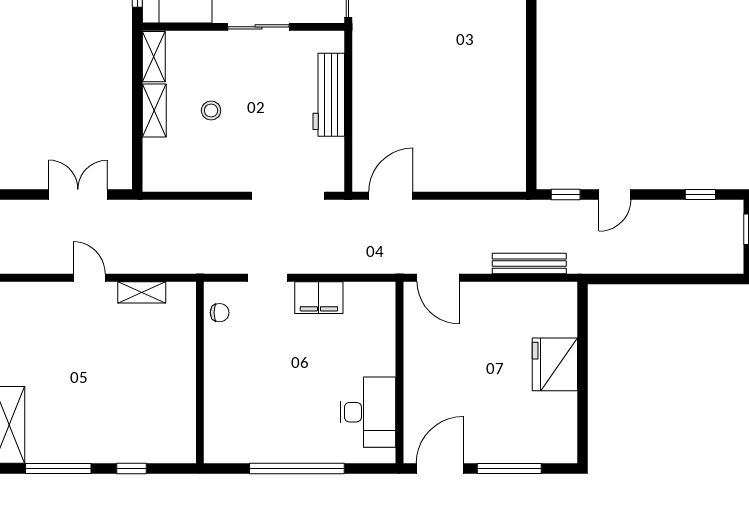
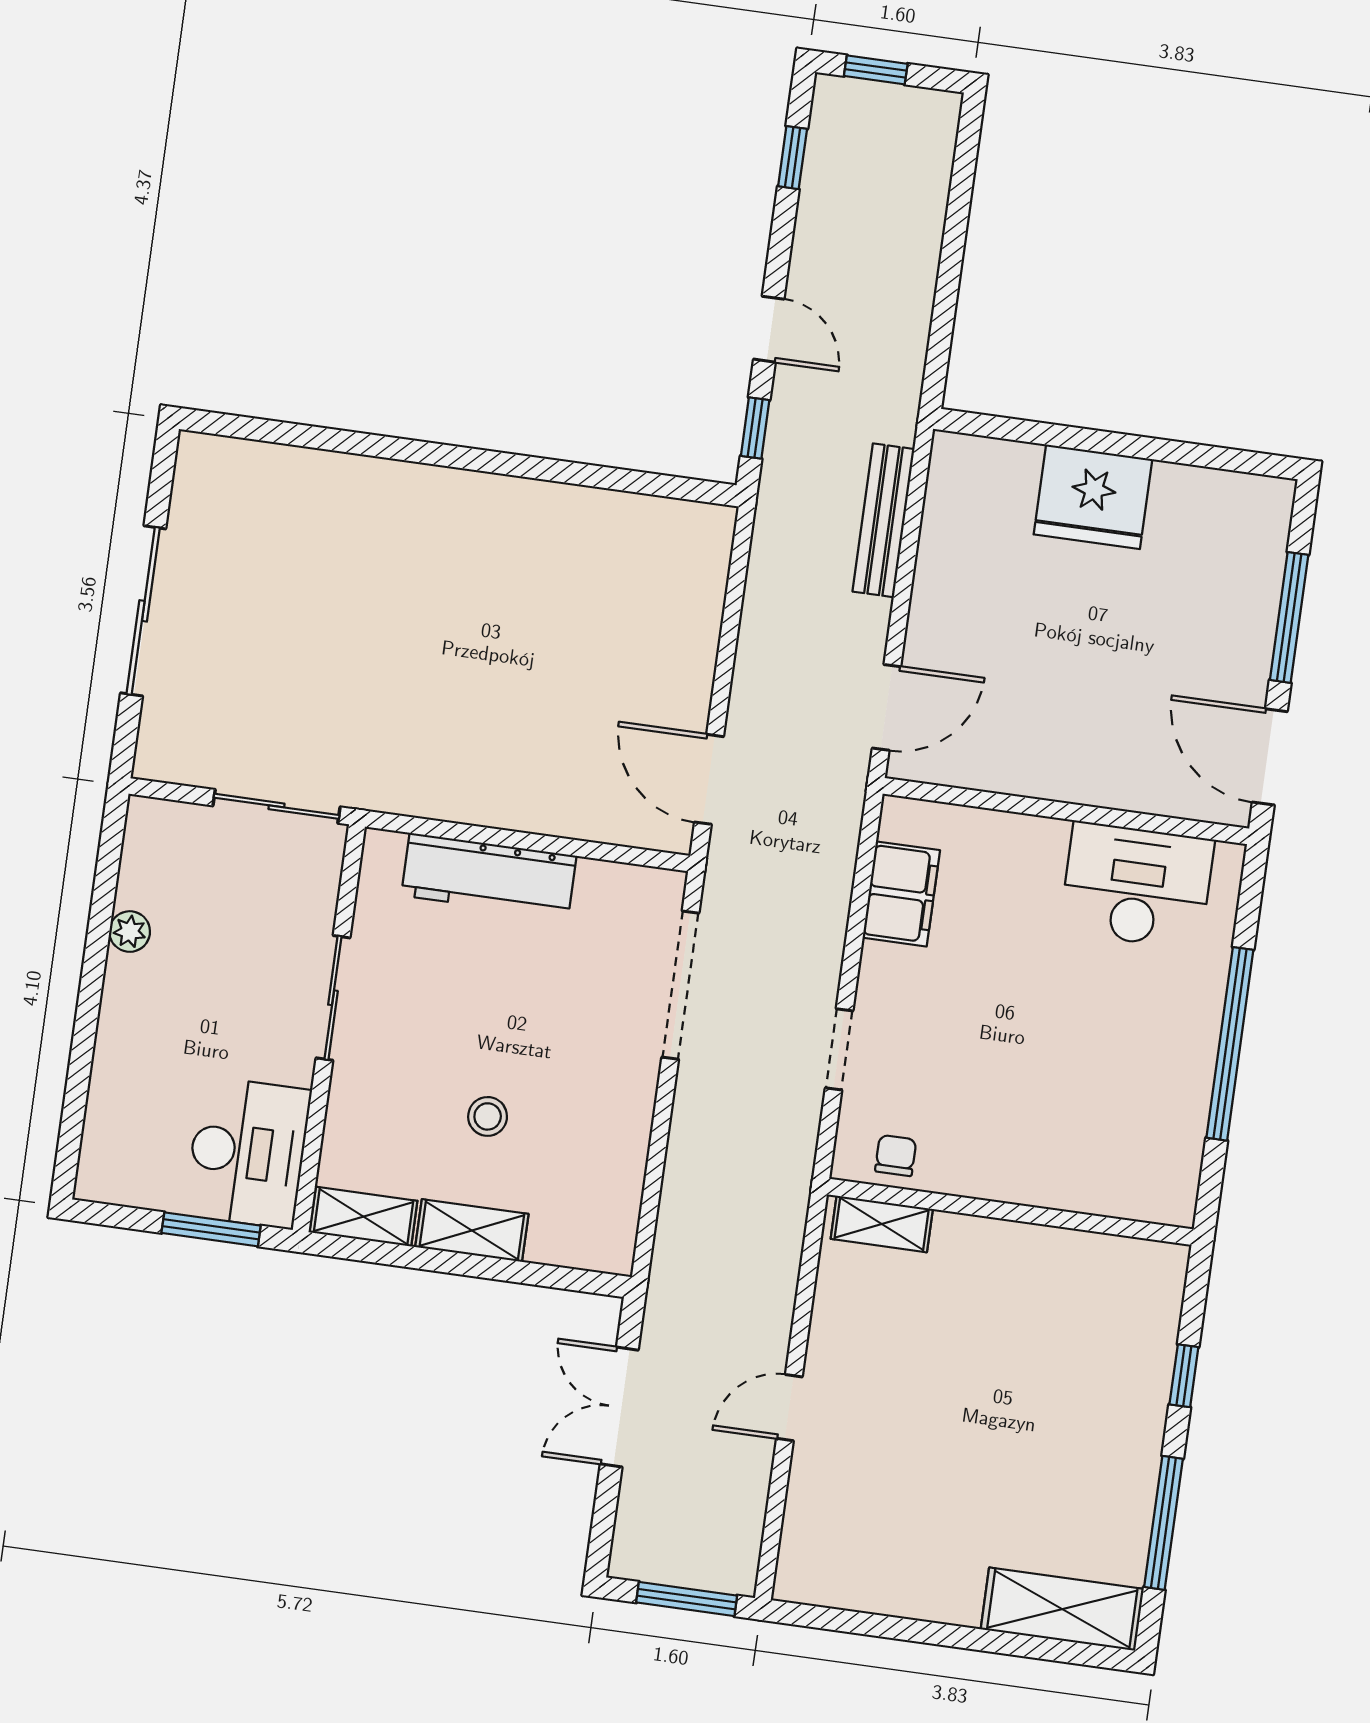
shelving: (142, 292) -> (882, 1224), moved, turned 90
filing cabinet: (319, 298) -> (901, 894), moved

